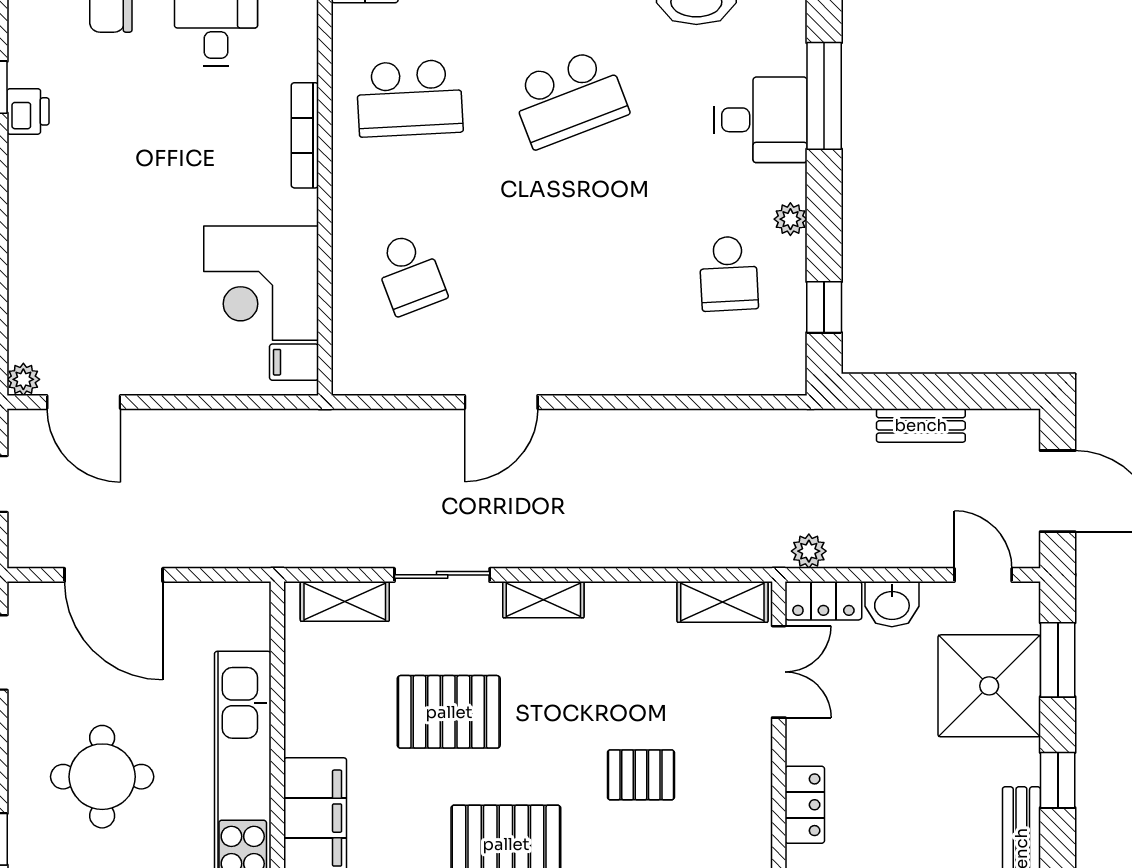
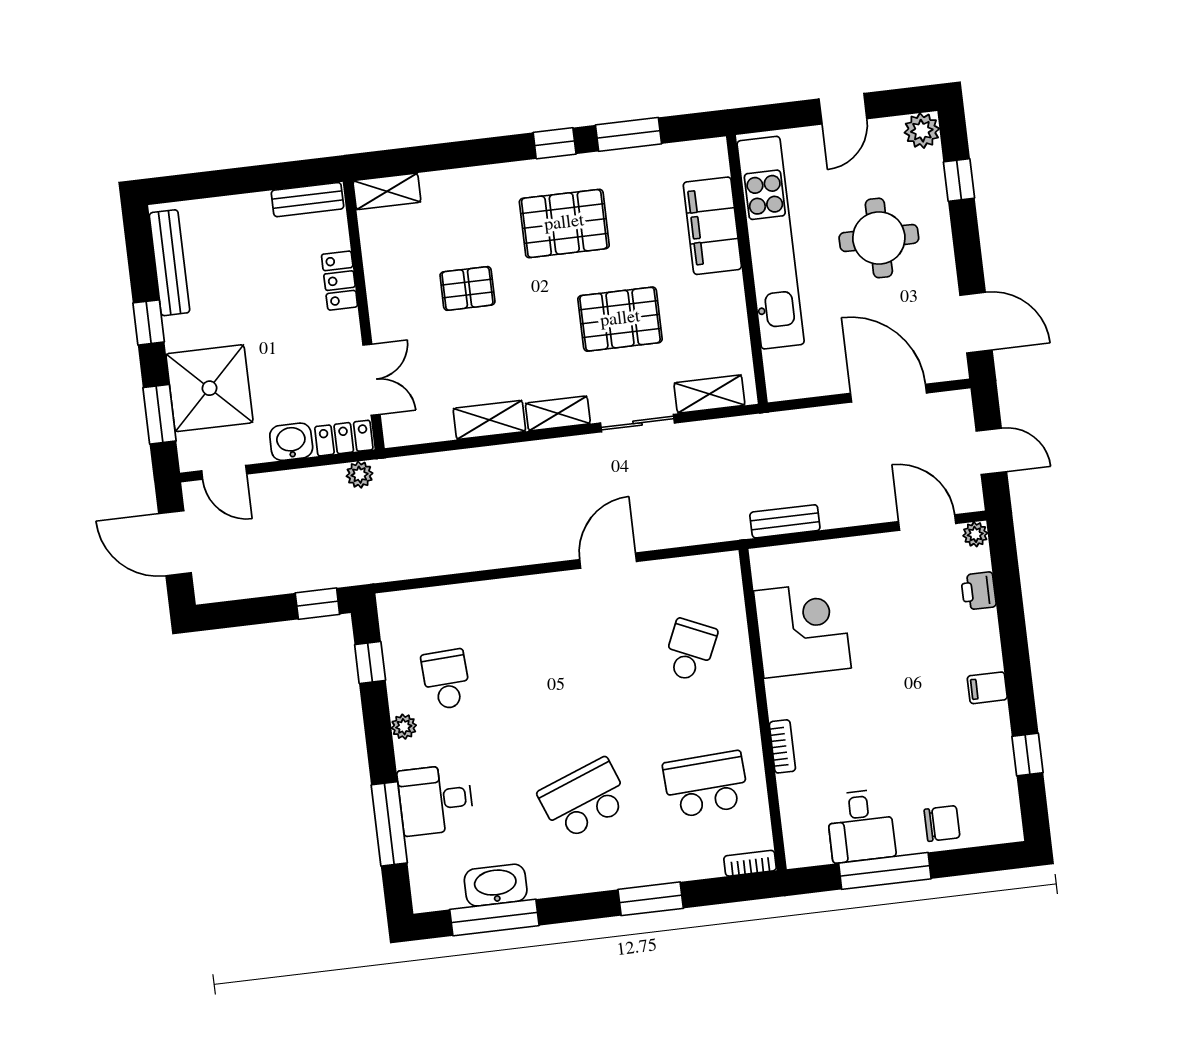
printer: (28, 111) -> (978, 591), moved
bookcase: (305, 135) -> (782, 746), width x0.64
school desk: (410, 274) -> (690, 650), turned 45
filing cabinet: (294, 362) -> (987, 688), moved, turned 180
window: (883, 391) -> (317, 604), added
bench: (921, 425) -> (785, 521), moved
shelving: (722, 602) -> (489, 420), moved
double door: (779, 672) -> (372, 380), swing flipped

